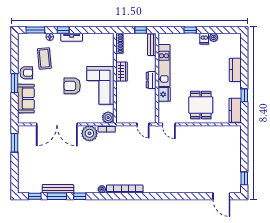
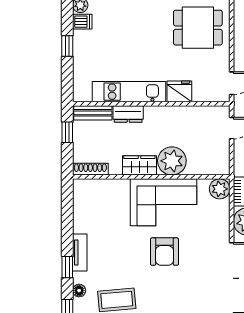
dresser: (151, 80) -> (128, 114), moved
plant: (124, 90) -> (172, 161), added

